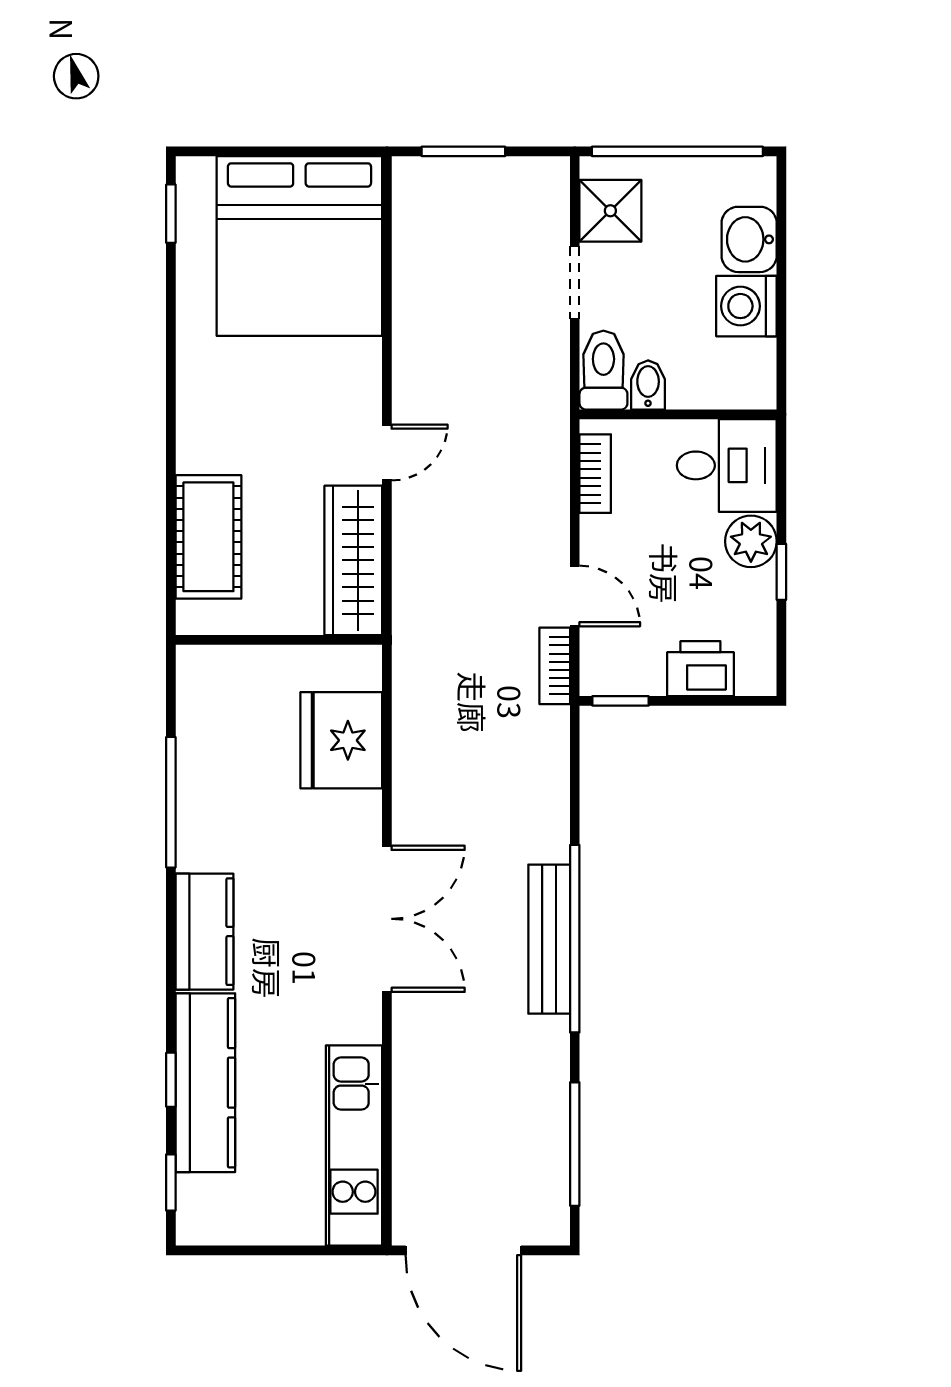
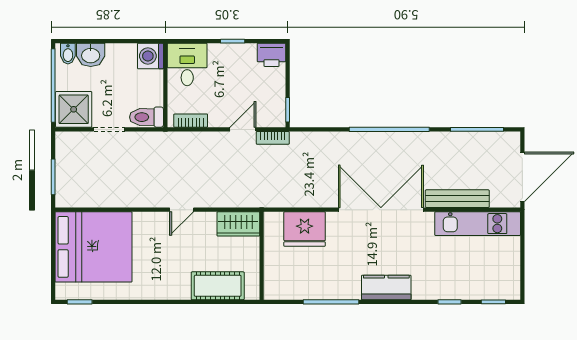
shower: (610, 211) -> (74, 109), width x1.36, depth x1.36
washing machine: (746, 306) -> (150, 56), moved, turned 90
bidet: (648, 385) -> (68, 54), moved, turned -90
door: (387, 452) -> (182, 210), swing flipped
plant: (751, 541) -> (220, 54), removed
wardrobe: (353, 560) -> (238, 224), width x0.67
printer: (700, 669) -> (272, 55), moved, turned -90
double door: (387, 919) -> (381, 210), width x1.36
bench: (549, 939) -> (457, 199), moved
kitchen counter: (205, 1083) -> (451, 287), removed

